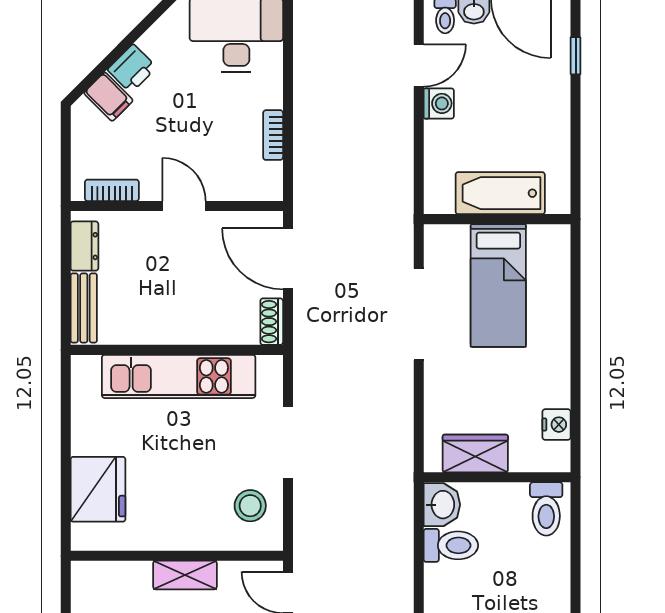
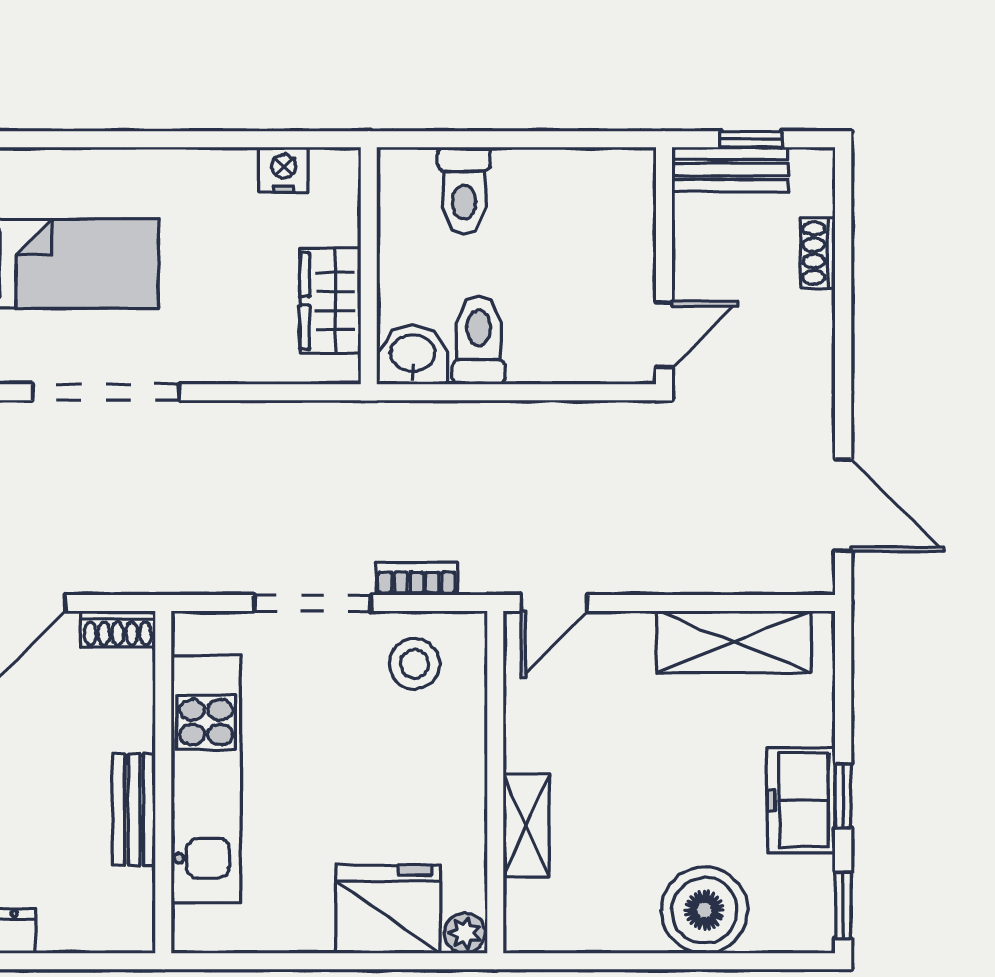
bench: (84, 308) -> (134, 810), moved, turned 90
bookcase: (303, 507) -> (417, 579), added
toilet: (546, 509) -> (464, 190), moved, turned 90
plant: (83, 537) -> (465, 933), added
shelving: (185, 575) -> (526, 825), moved

